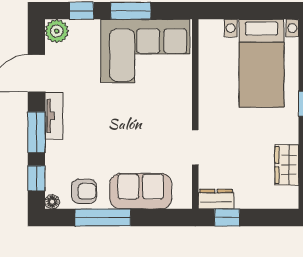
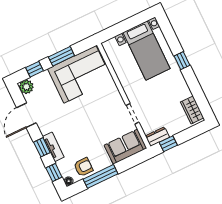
tv unit: (54, 116) -> (53, 147), moved
window: (36, 132) -> (42, 147), width x0.67
wardrobe: (287, 165) -> (192, 110), moved
sofa: (141, 191) -> (125, 147), moved

